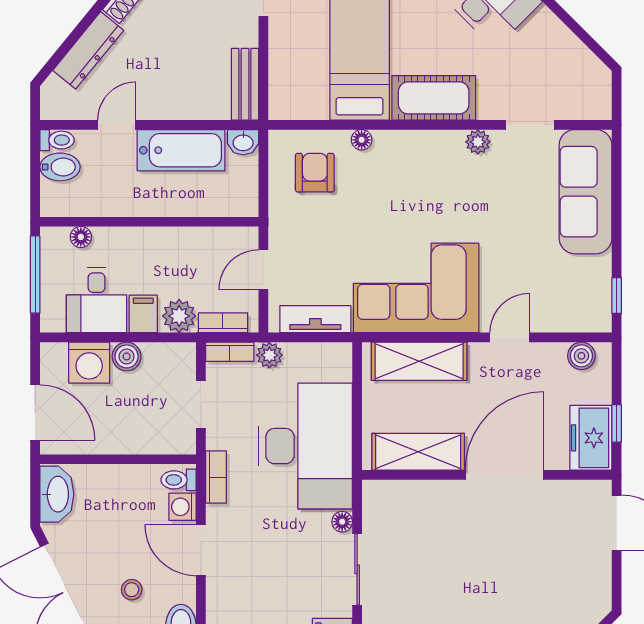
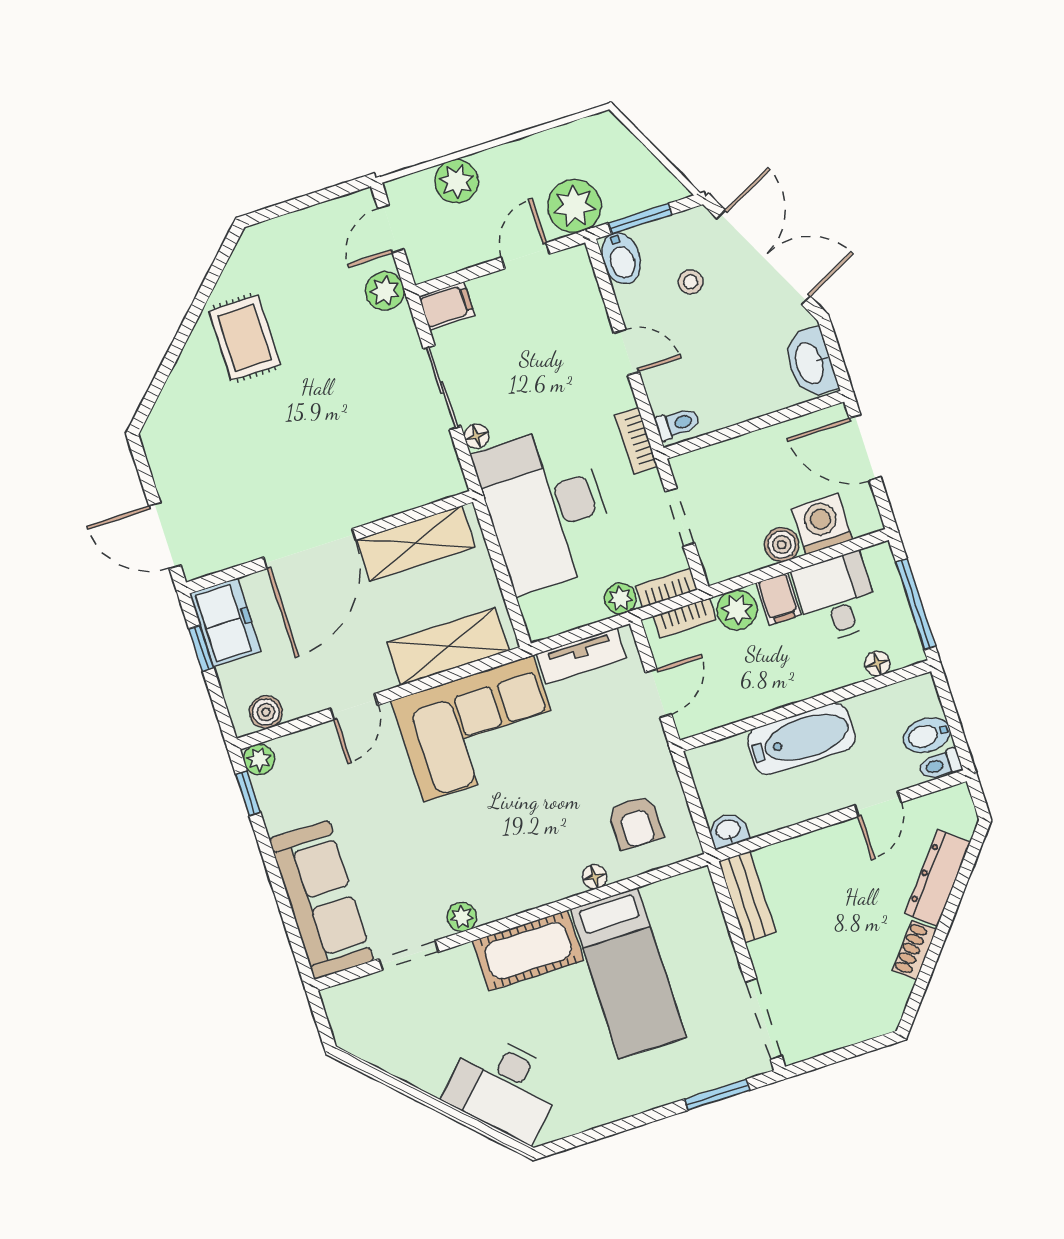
bathtub: (181, 150) -> (801, 739), moved, turned 180
plant: (599, 320) -> (259, 759), added
washing machine: (183, 507) -> (663, 395), removed
door: (201, 550) -> (627, 352), width x0.73

